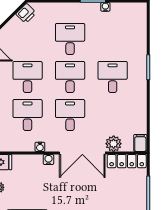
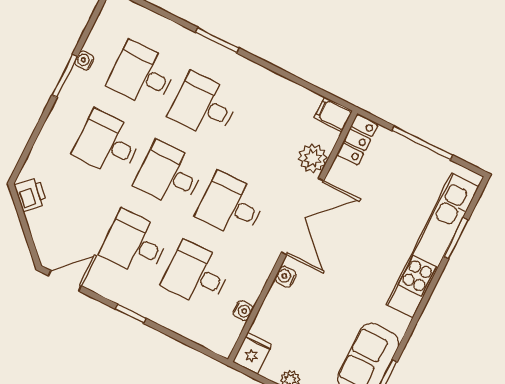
desk: (113, 39) -> (142, 75), added
water cooler: (40, 147) -> (243, 311), moved
locker: (127, 161) -> (357, 140), width x0.66

